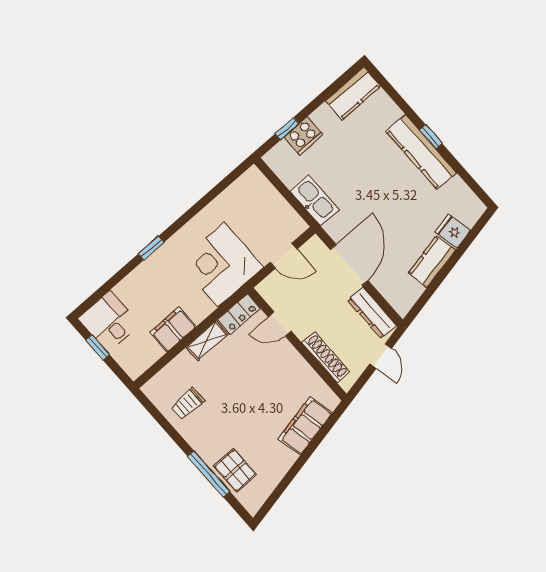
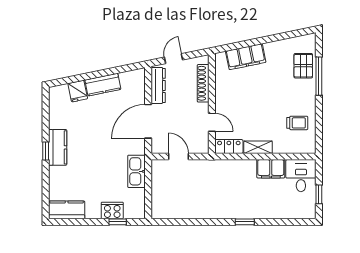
kitchen counter: (421, 152) -> (58, 147), width x0.67
corner desk: (221, 265) -> (215, 181), removed
desk: (109, 322) -> (301, 176), moved, turned 180

